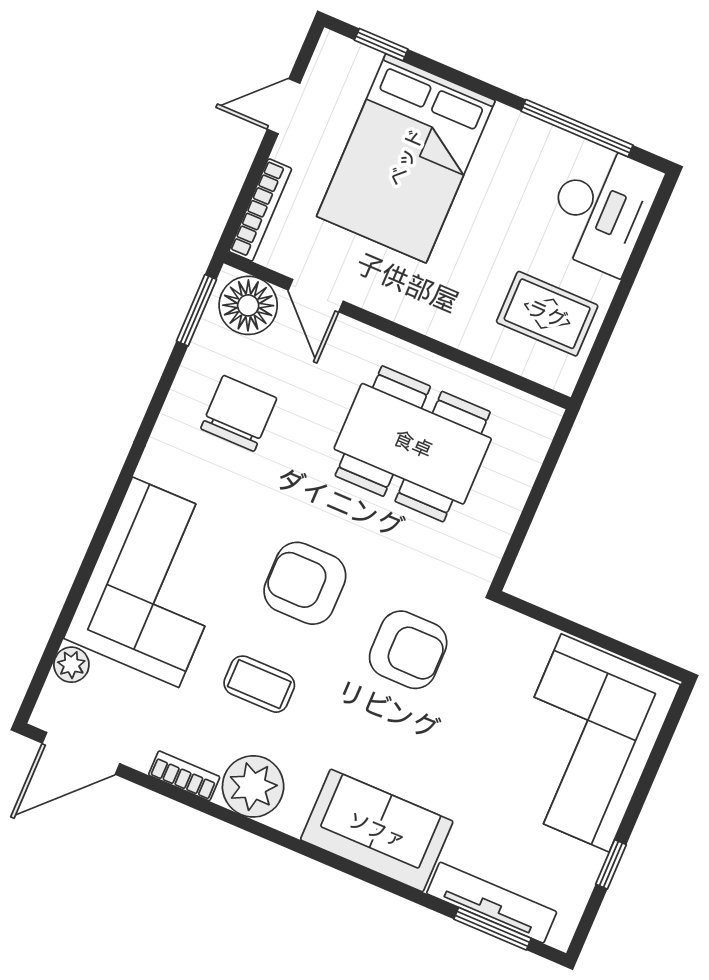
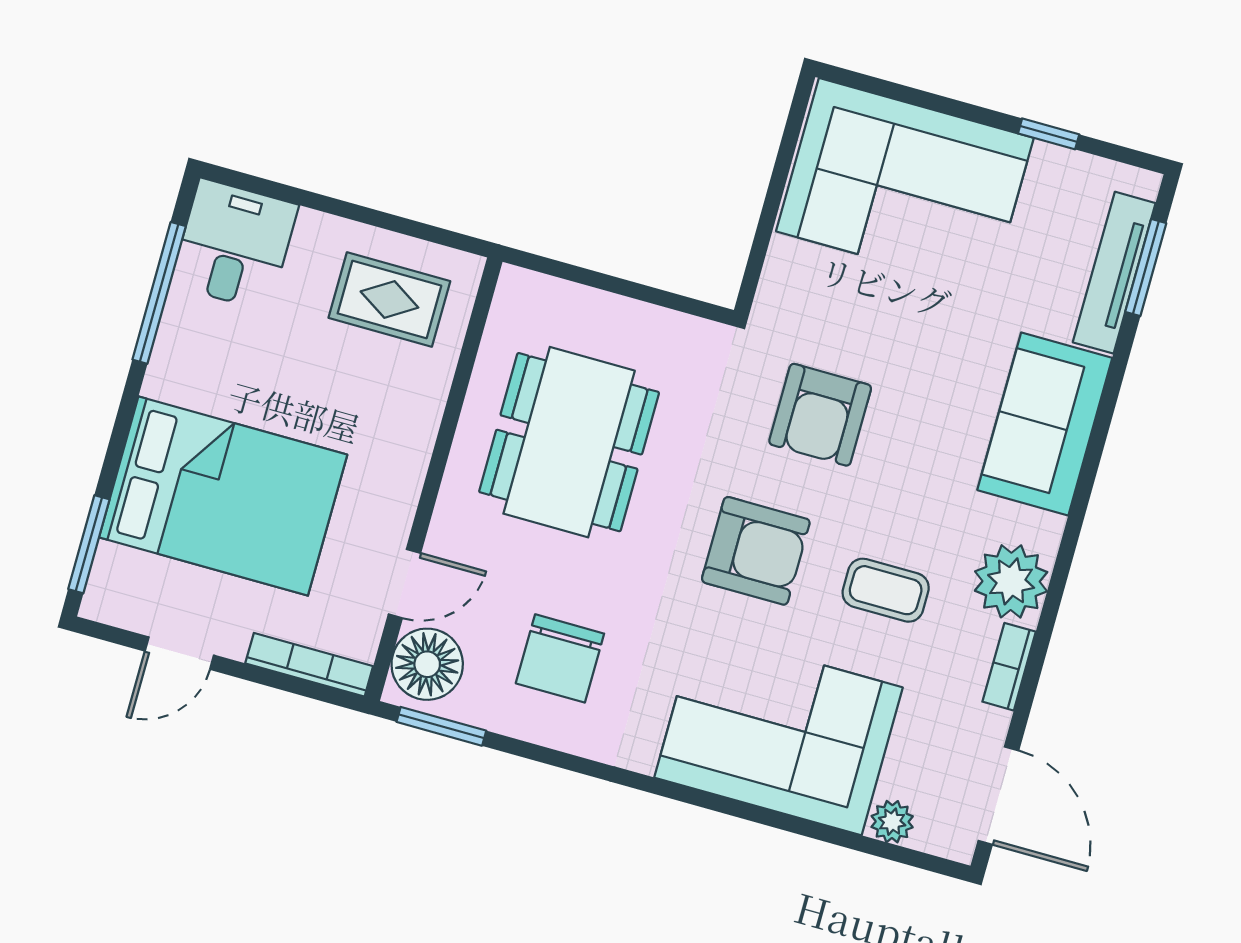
window: (381, 45) -> (89, 544), width x1.50
door: (284, 106) -> (179, 653), hinge flipped
desk: (602, 209) -> (234, 245), width x0.73
rug: (547, 314) -> (389, 300), turned 90
chair: (239, 413) -> (560, 658), turned -90
armchair: (305, 583) -> (756, 551), turned -90
armchair: (408, 650) -> (820, 415), turned 180
coffee table: (259, 684) -> (886, 590), turned 90

